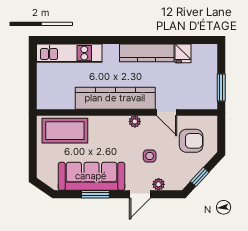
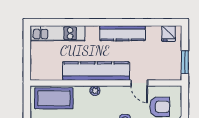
fridge: (183, 53) -> (169, 34), moved
plant: (135, 121) -> (95, 91), moved

